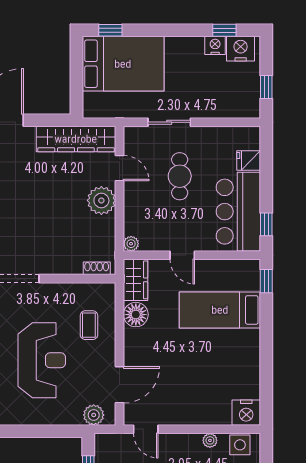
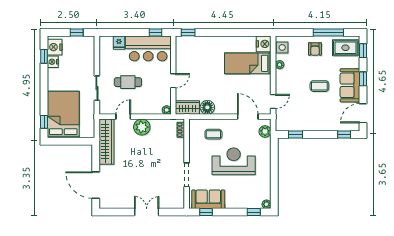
bed: (220, 310) -> (248, 63), moved, turned 90

